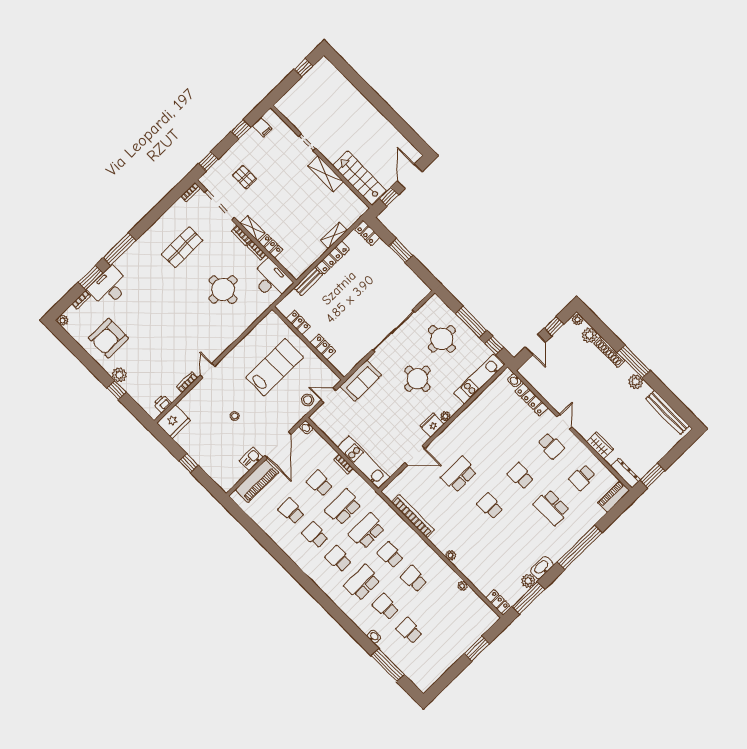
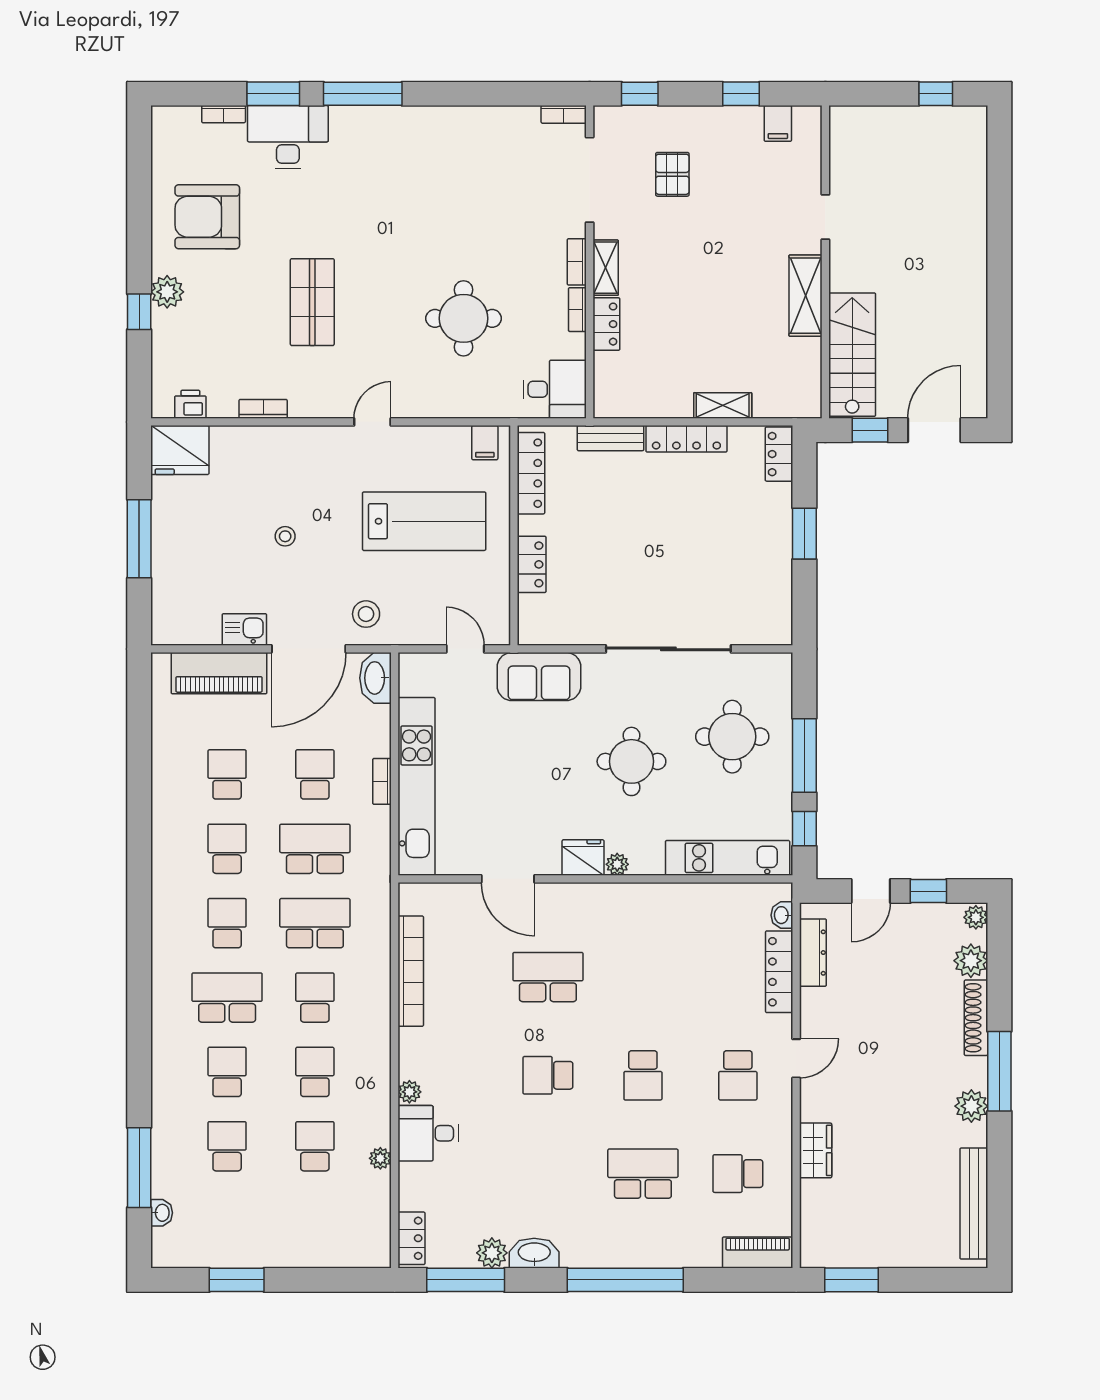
shop shelf: (182, 247) -> (312, 302), moved, turned 90
desk: (271, 280) -> (555, 389), width x0.73
plant: (63, 320) -> (163, 117), removed
locker: (298, 322) -> (531, 473), width x1.53
filing cabinet: (269, 323) -> (485, 443), added
door: (207, 371) -> (372, 422), moved
stool: (308, 400) -> (366, 614), moved
washbasin: (306, 428) -> (376, 678), width x1.91, depth x1.45
kitchen unit: (364, 462) -> (417, 786), width x1.36
window: (189, 463) -> (139, 539), width x2.17
dresser: (626, 473) -> (813, 953), moved
school desk: (521, 476) -> (643, 1075), turned 180
school desk: (490, 506) -> (548, 1075), turned -90
school desk: (552, 508) -> (643, 1174), turned 90
desk: (470, 563) -> (428, 1133), added
school desk: (438, 603) -> (315, 1146), added
washbasin: (374, 637) -> (162, 1213), moved
window: (477, 649) -> (237, 1280), moved

